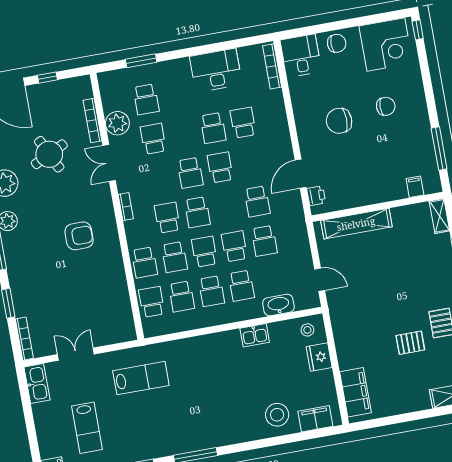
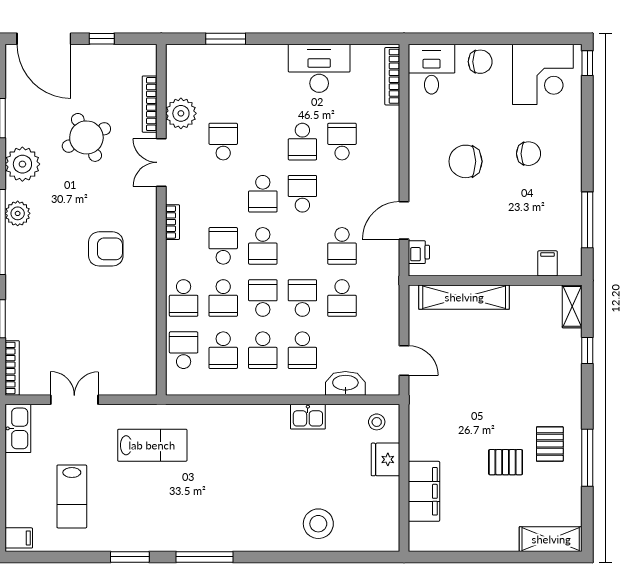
school desk: (146, 99) -> (223, 89), removed
filing cabinet: (355, 392) -> (424, 491), moved
filing cabinet: (315, 419) -> (366, 538), removed

